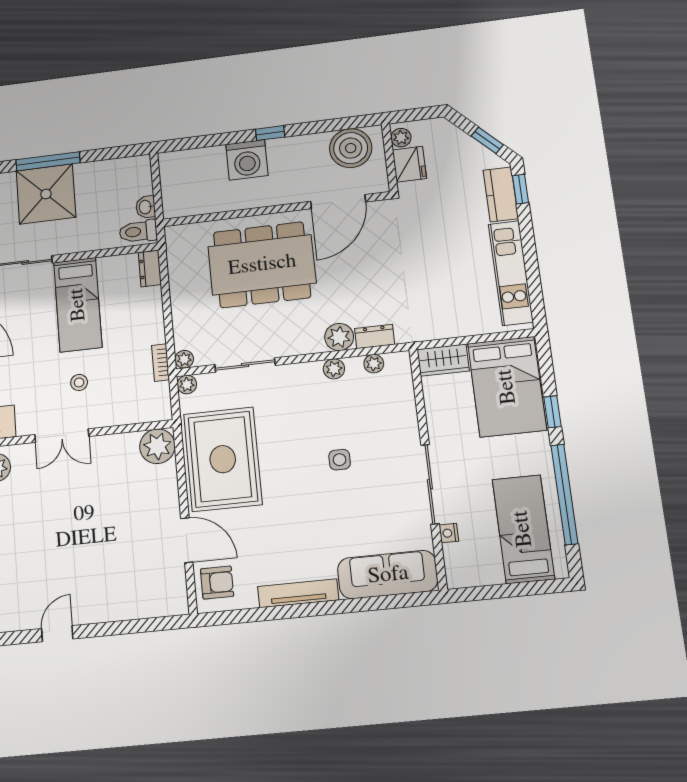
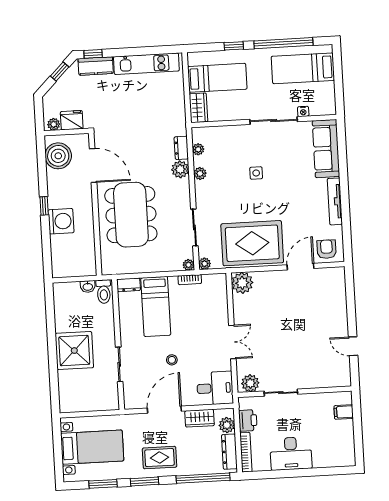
window: (48, 161) -> (52, 349), removed
bed: (78, 305) -> (156, 306), moved, turned 90
stool: (79, 382) -> (172, 360), moved
bed: (507, 387) -> (217, 78), width x0.67

